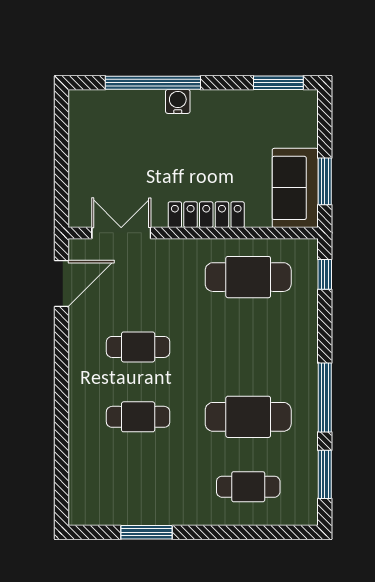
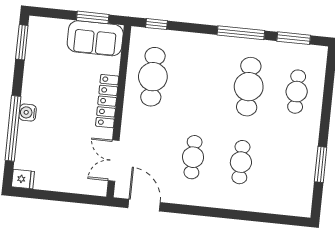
fridge: (81, 105) -> (23, 179), added

